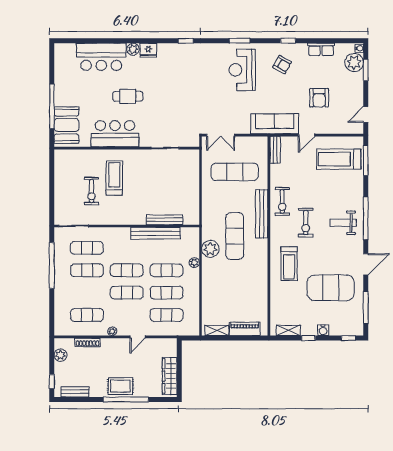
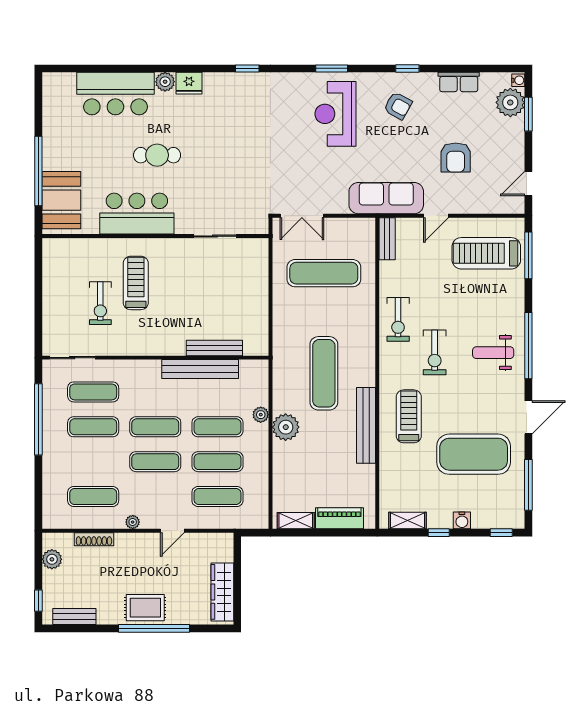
bench: (262, 214) -> (366, 425), moved
plant: (210, 249) -> (286, 427), moved
treadmill: (289, 264) -> (409, 416), turned 180

